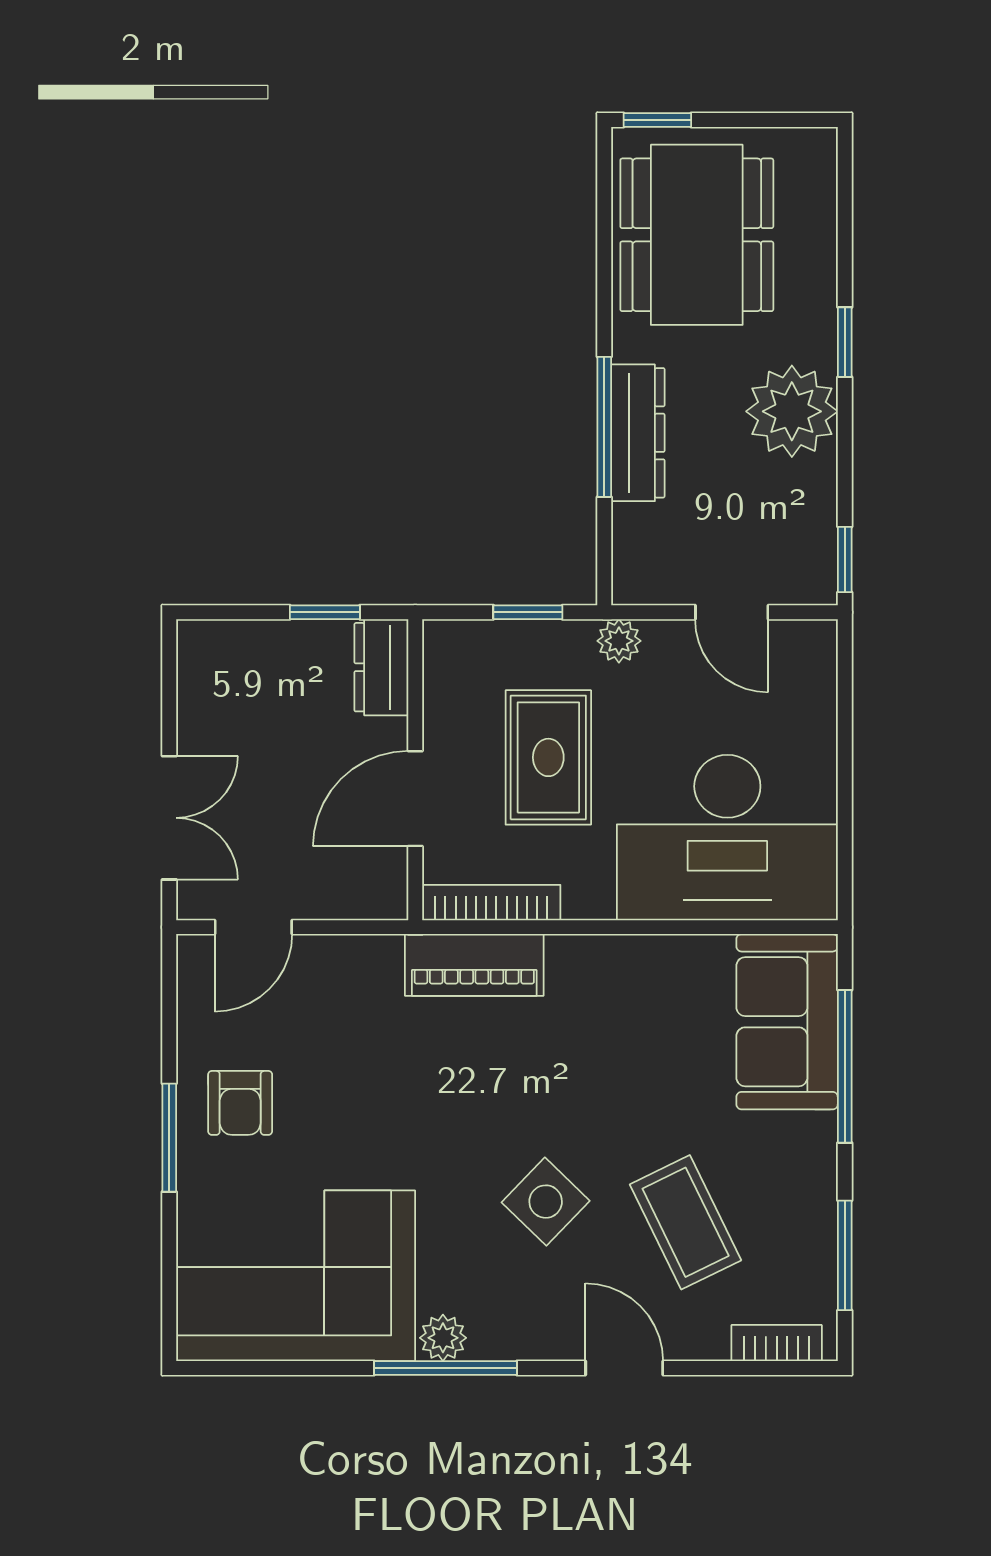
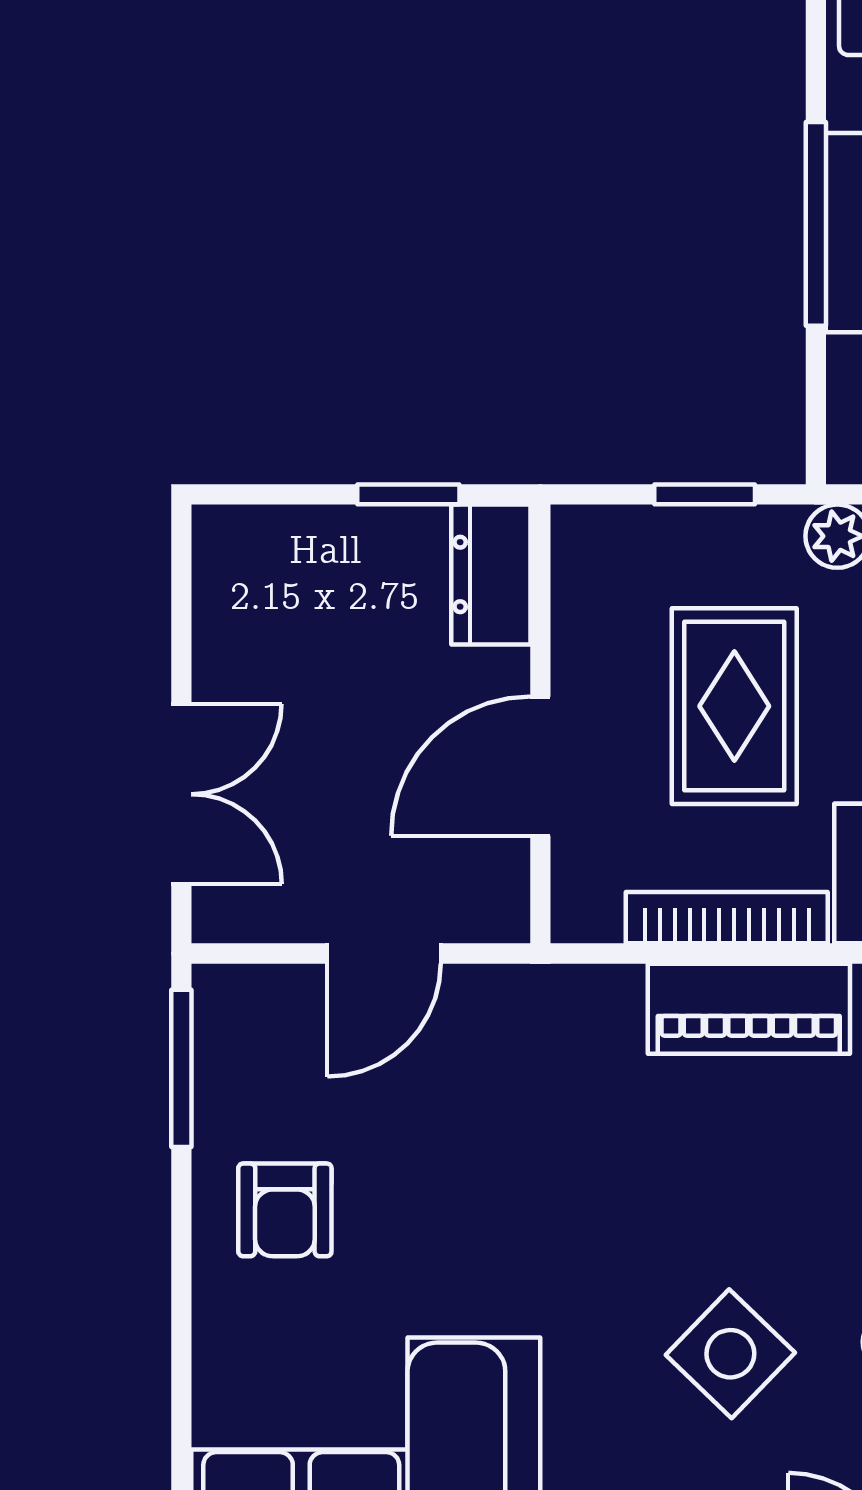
bookcase: (491, 903) -> (727, 918), moved
door: (253, 927) -> (384, 953), moved
piano: (474, 965) -> (749, 1009), moved
window: (169, 1138) -> (181, 1068), moved

